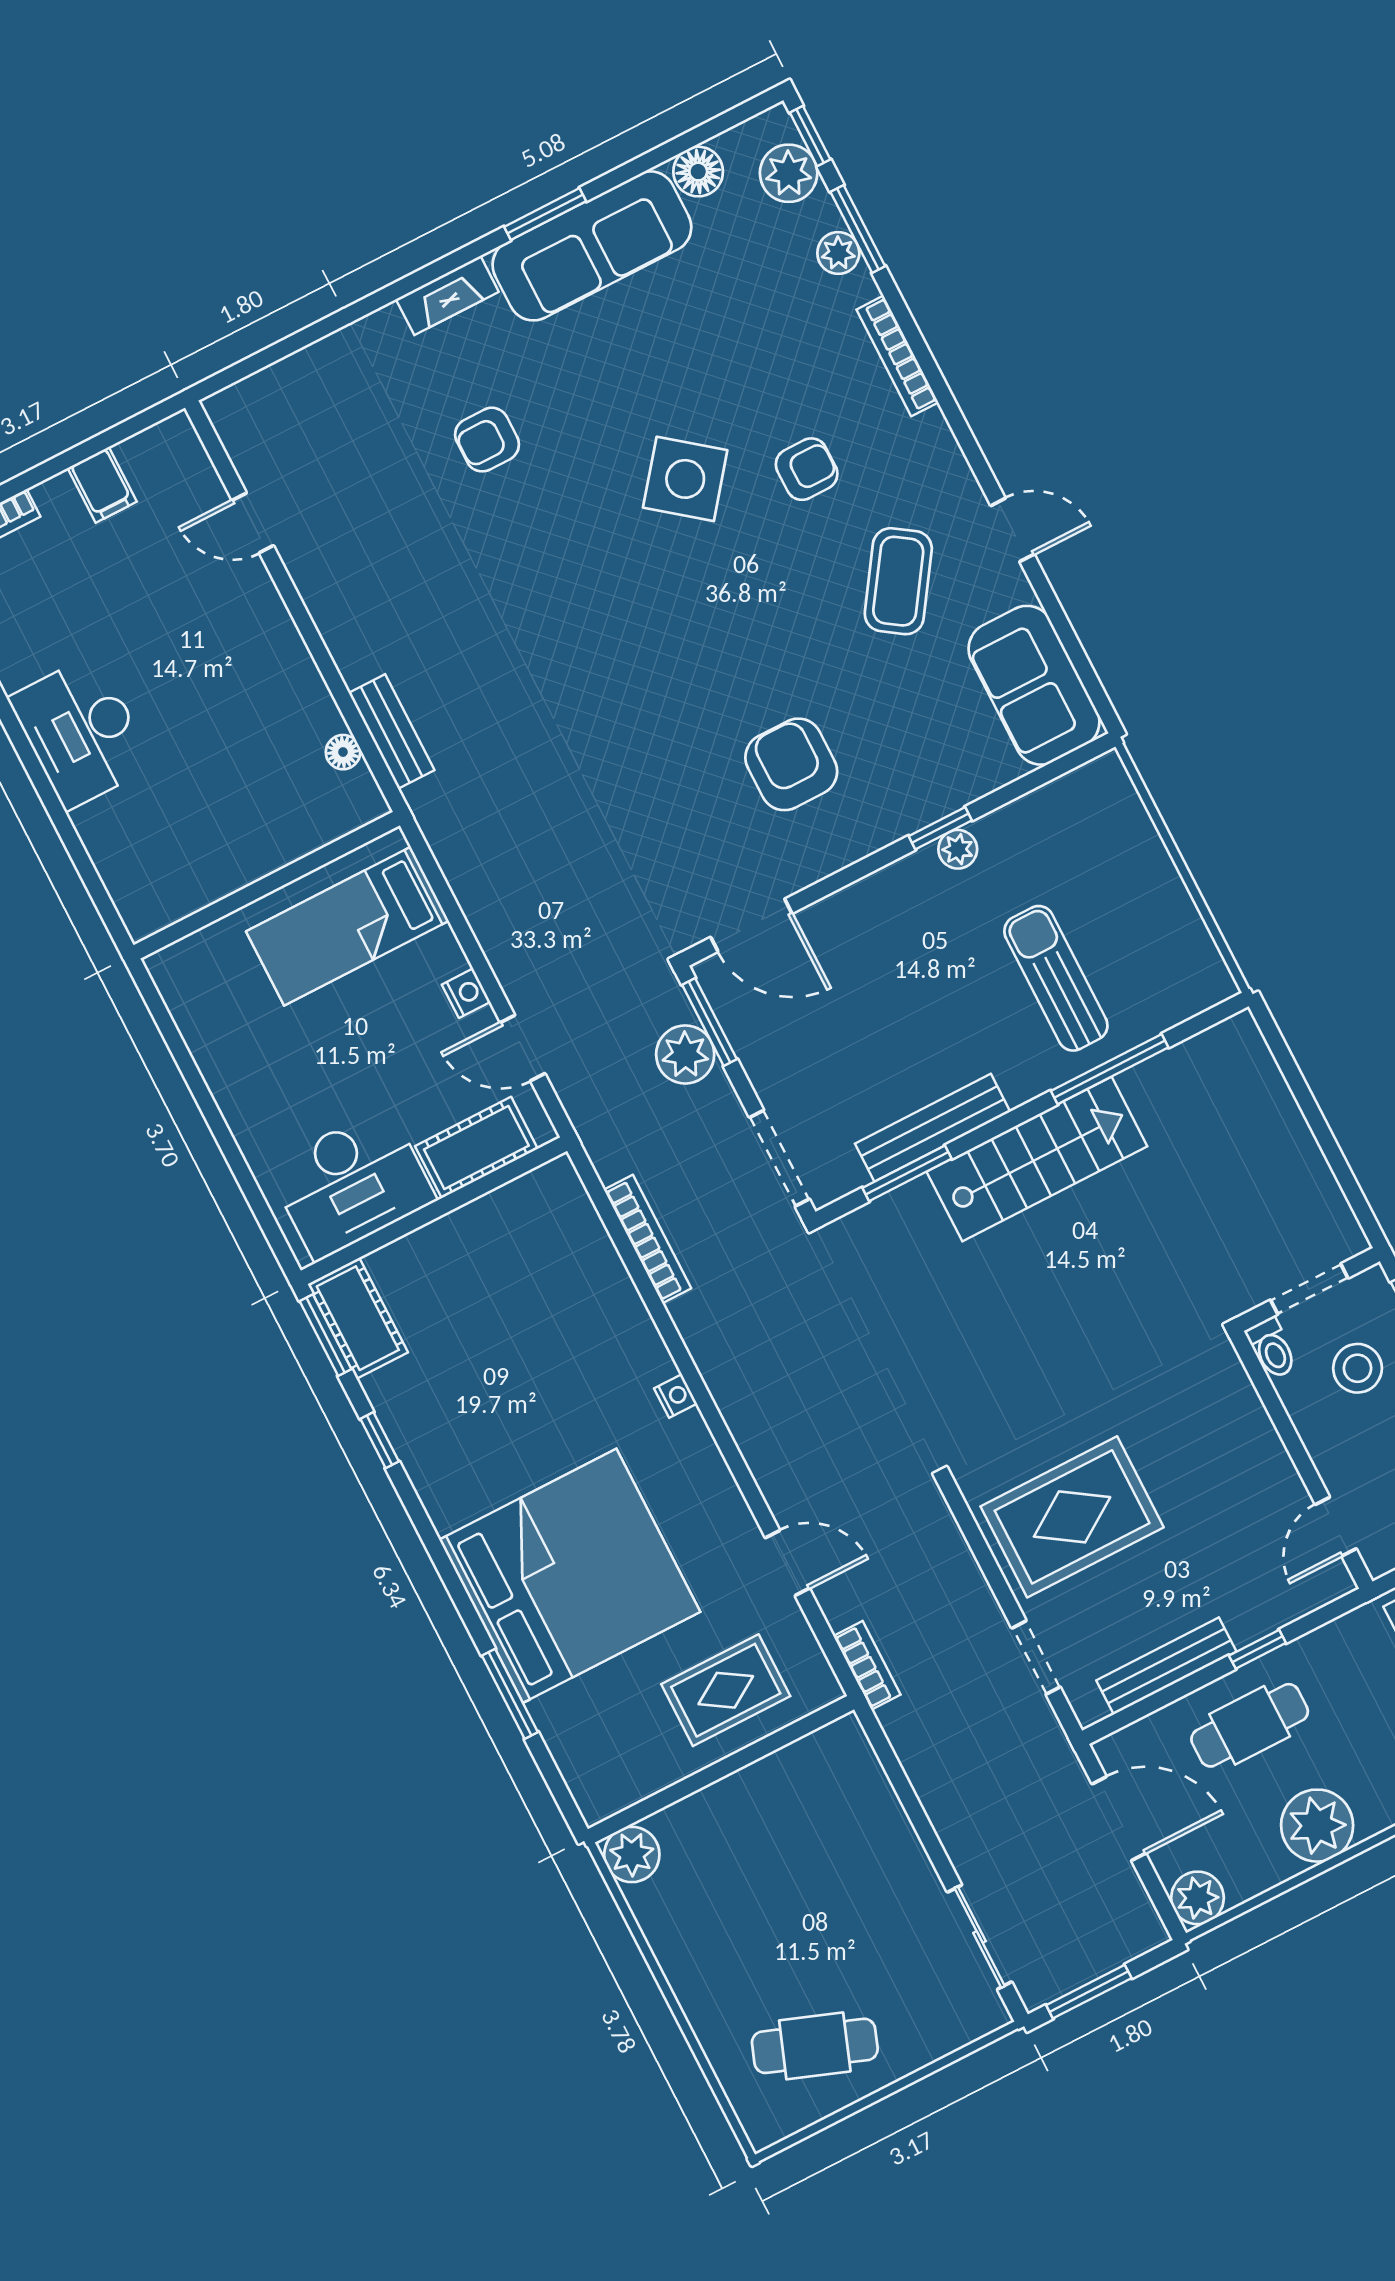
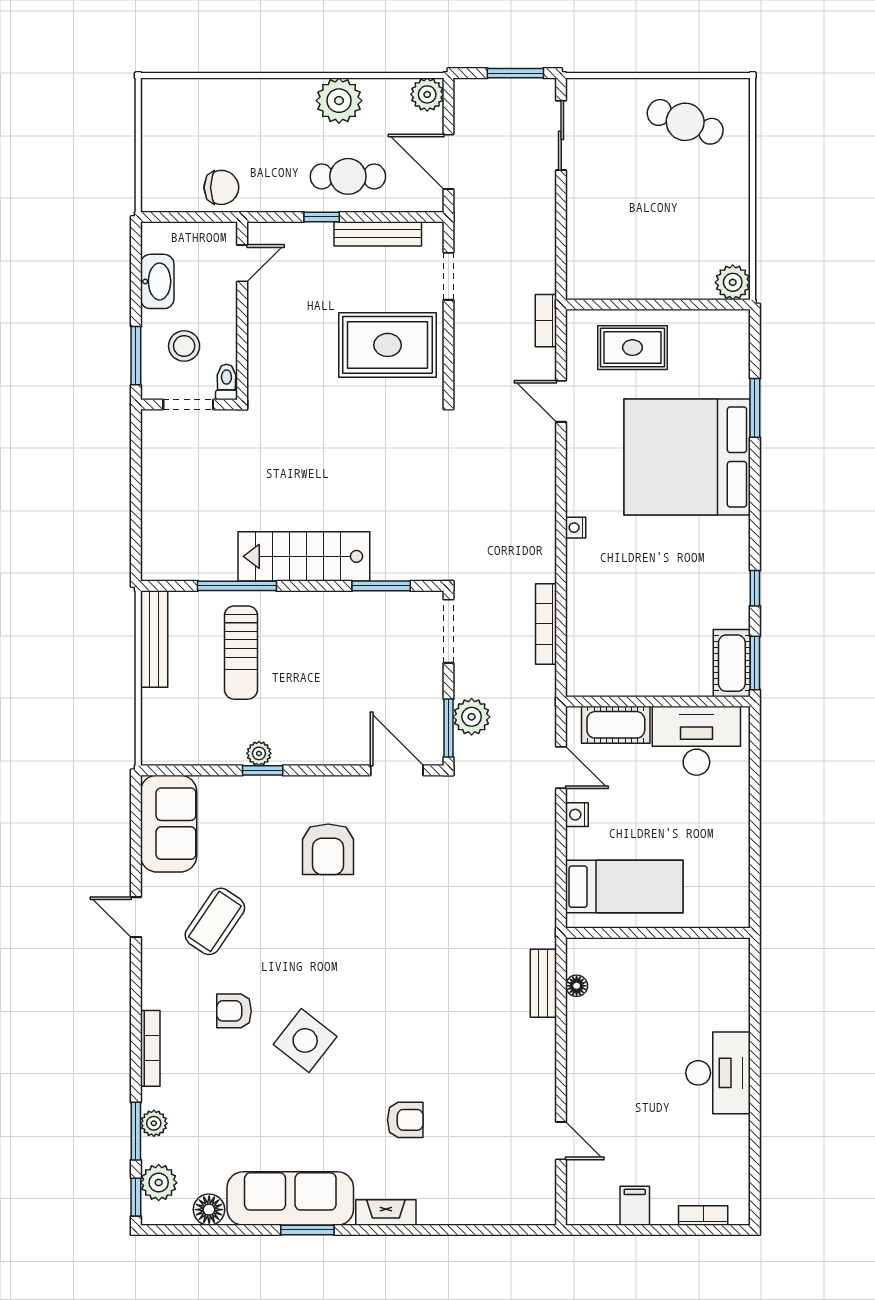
bench: (933, 1128) -> (154, 639), moved, turned 90

